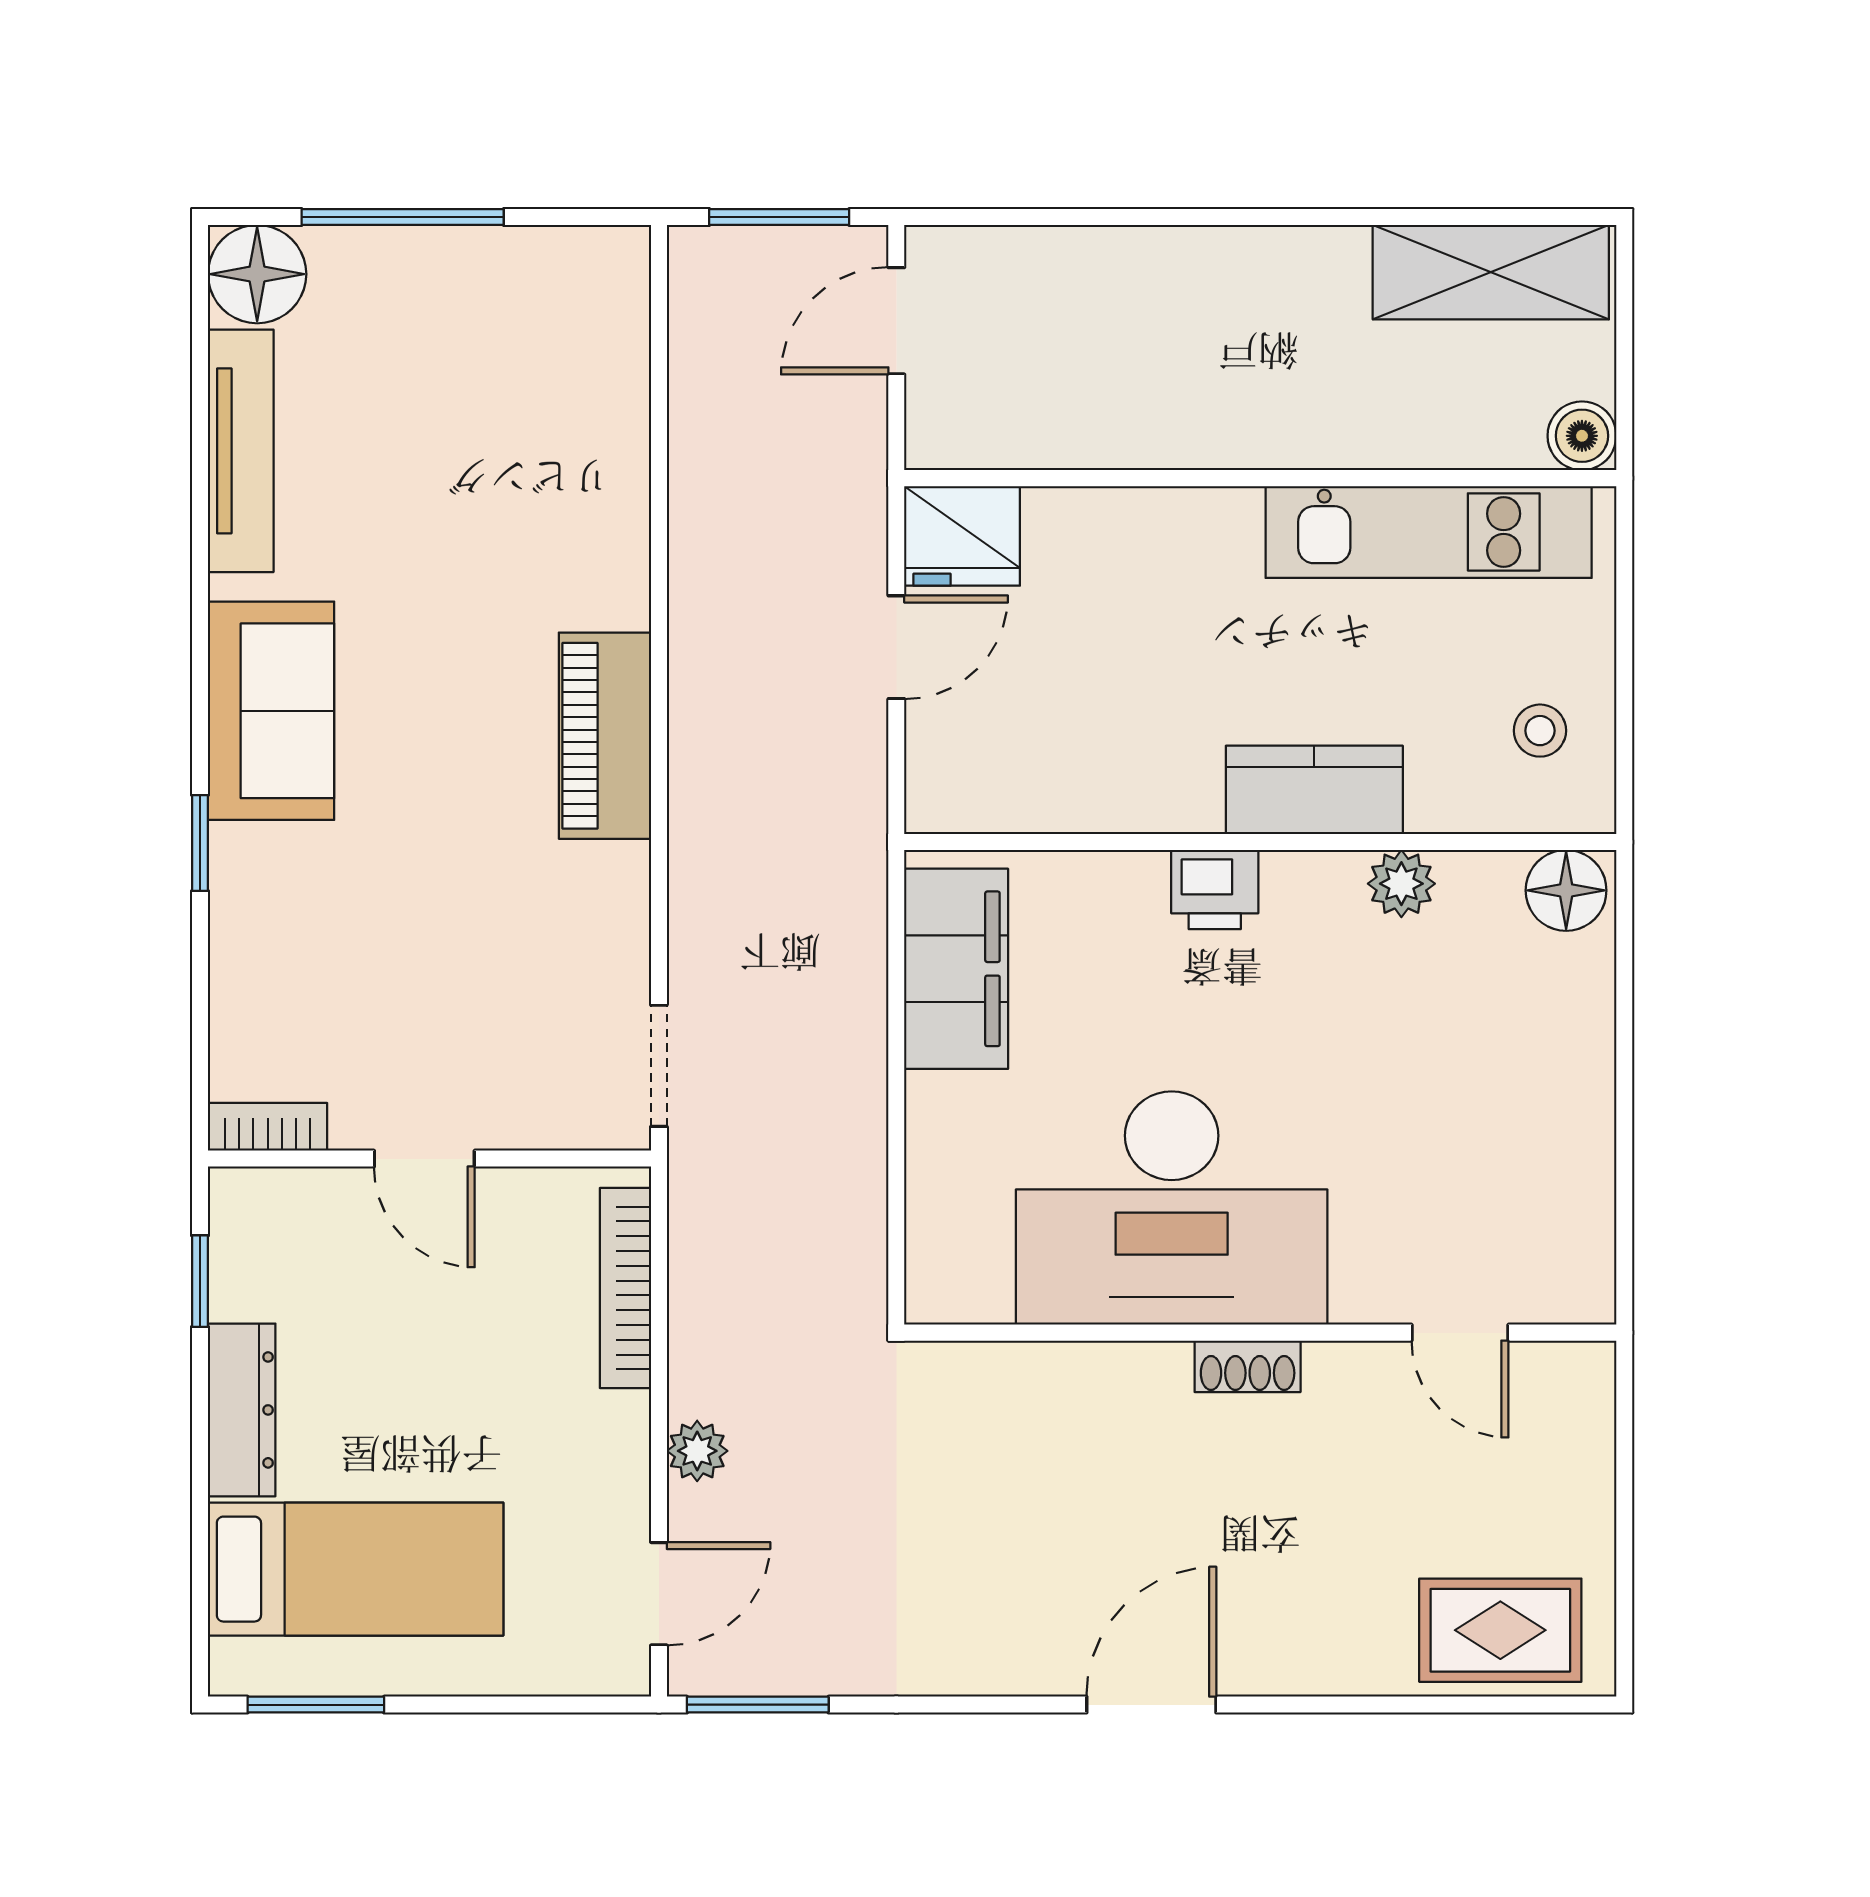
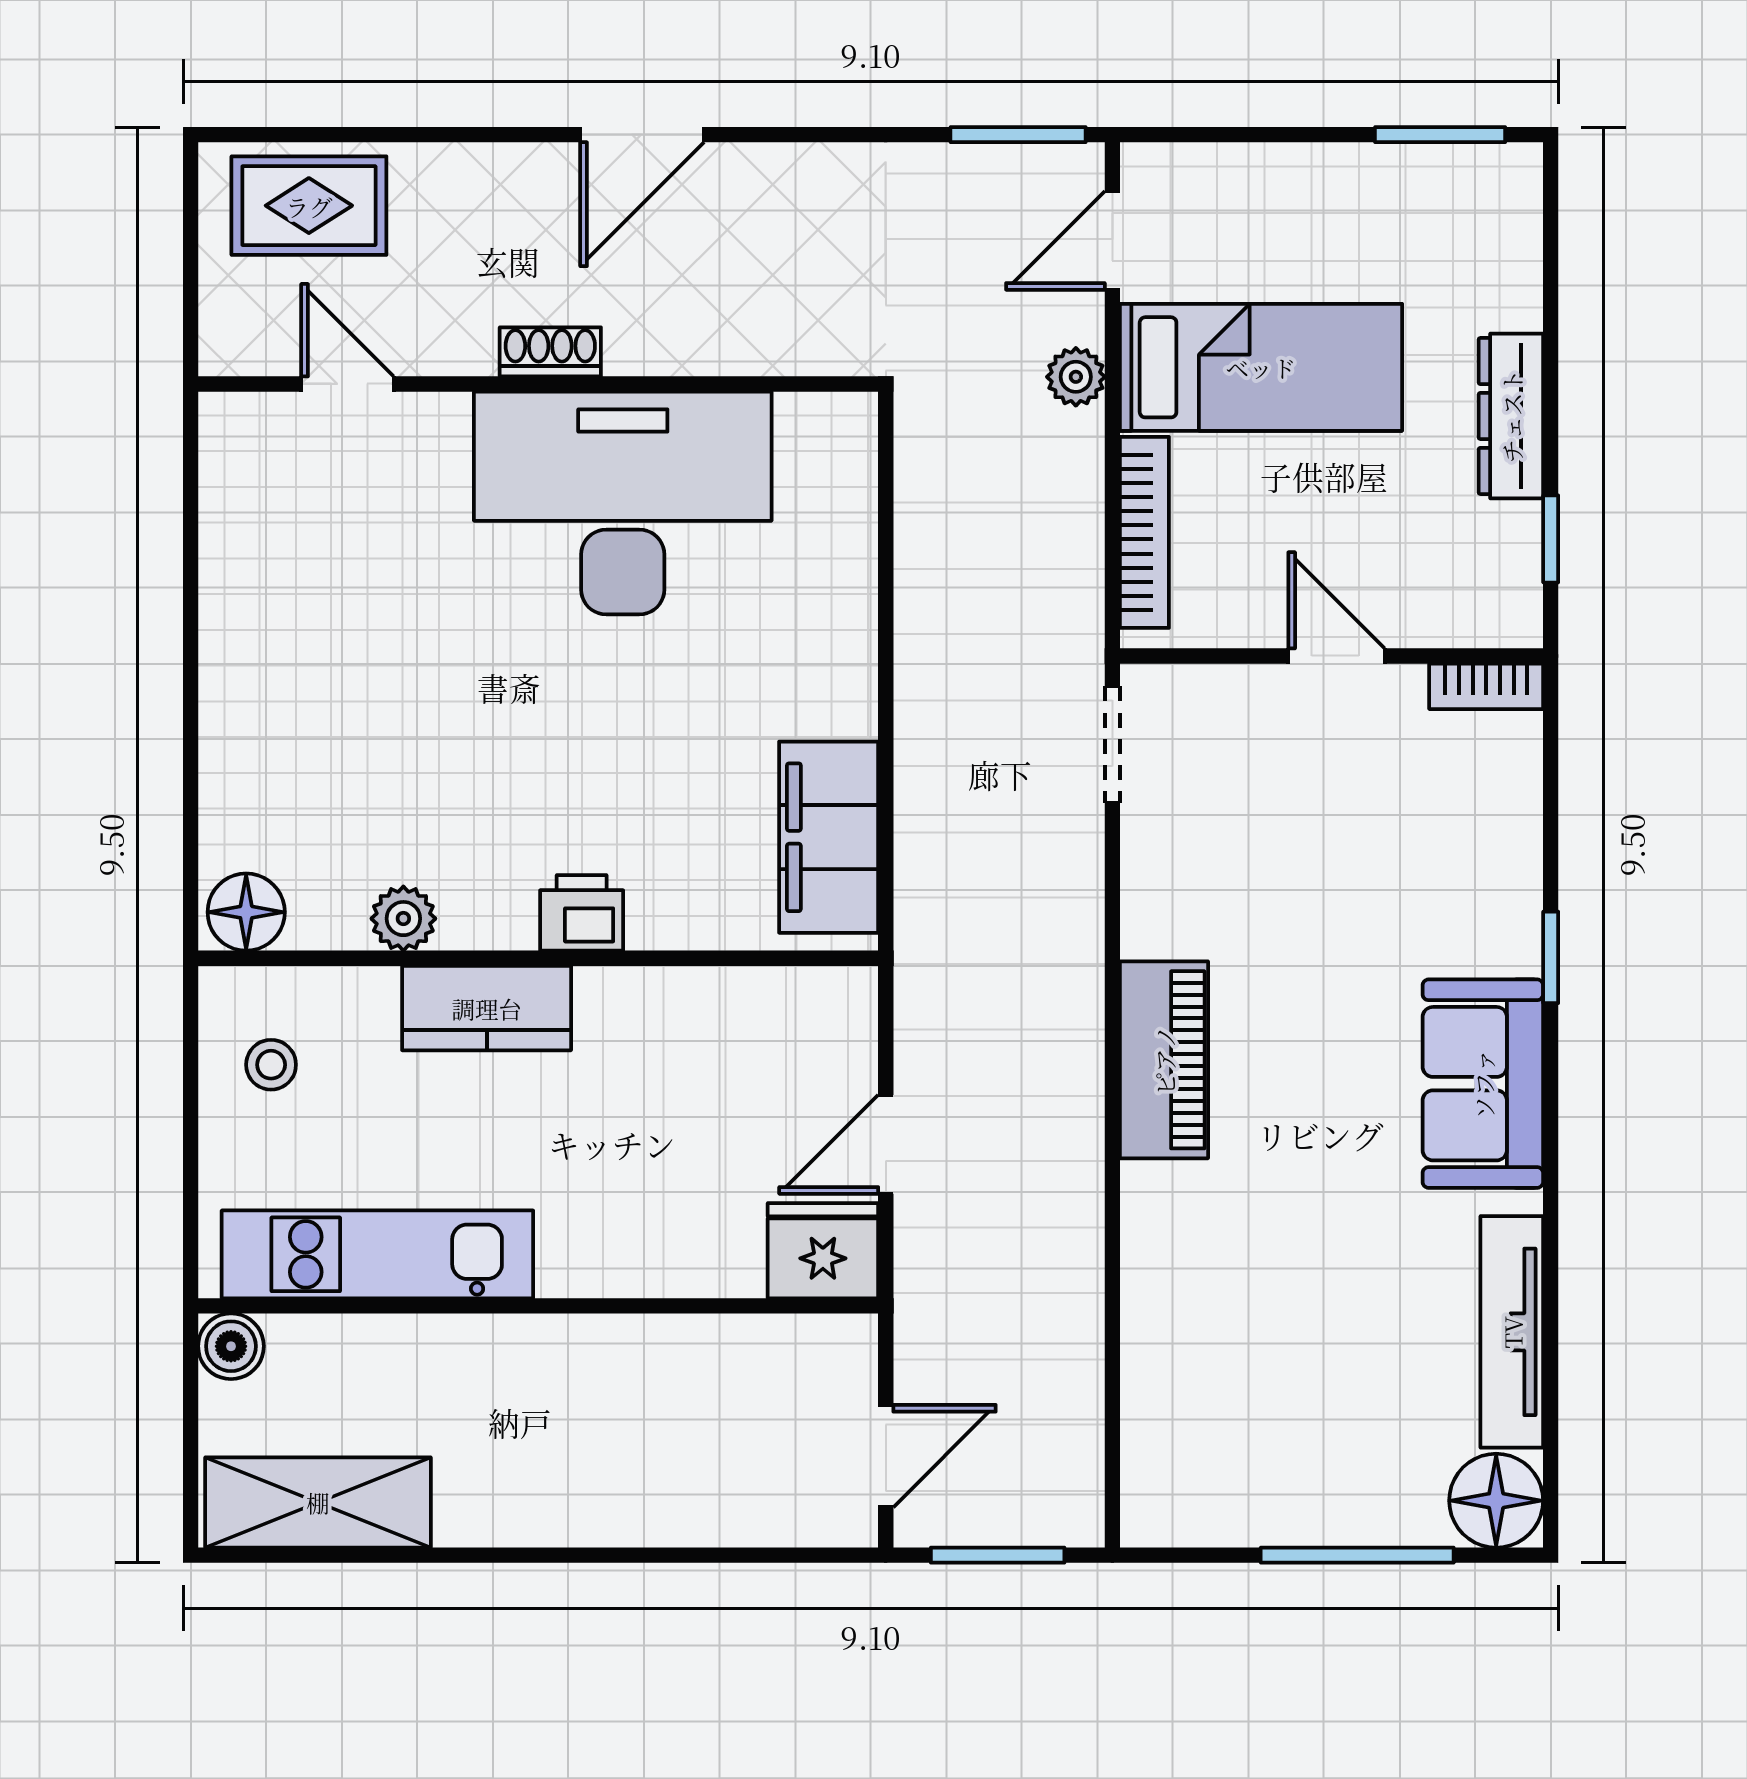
desk: (1172, 1208) -> (623, 503), moved
wall: (1260, 1333) -> (538, 384), moved
door: (1460, 1333) -> (347, 384), moved
shoe rack: (1248, 1366) -> (550, 352), moved
bed: (356, 1569) -> (1261, 367), moved, turned 180

